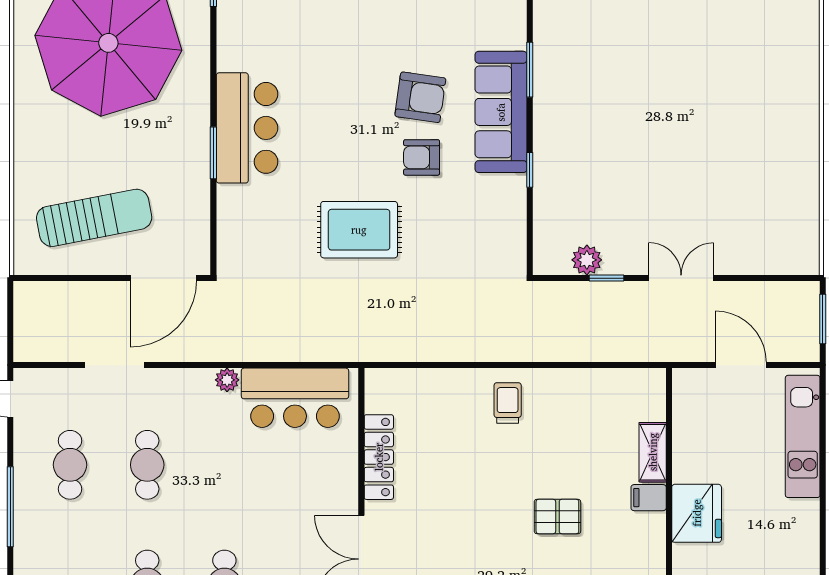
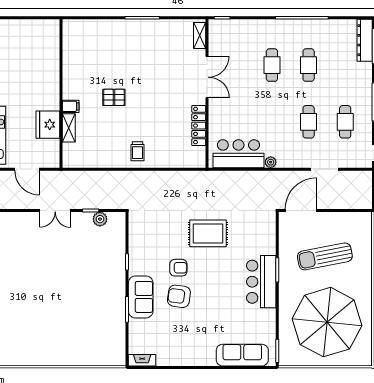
sofa: (501, 112) -> (141, 297), width x0.73
sun lounger: (94, 218) -> (325, 256), moved
fridge: (697, 513) -> (48, 125), moved

